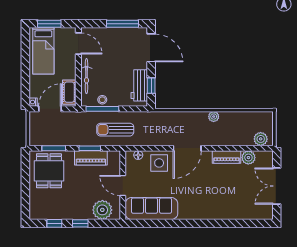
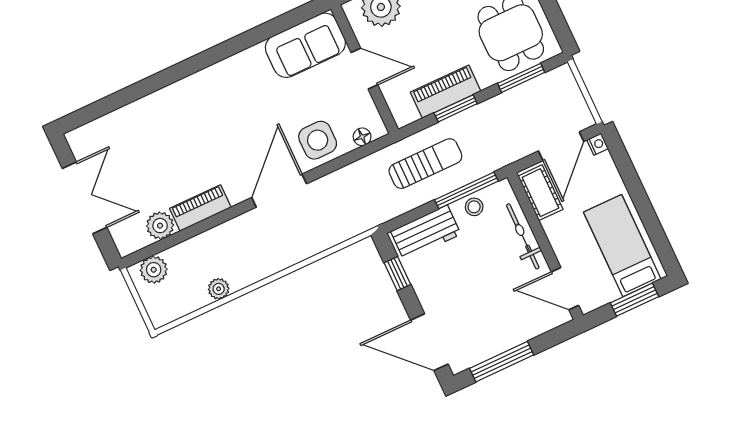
workbench: (139, 85) -> (426, 233), moved, turned 90
plant: (214, 117) -> (219, 289), moved
sofa: (151, 209) -> (305, 45), width x0.73

